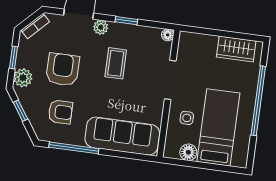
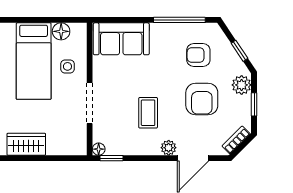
window: (126, 21) -> (111, 158), moved
sofa: (122, 136) -> (121, 39), width x0.73

